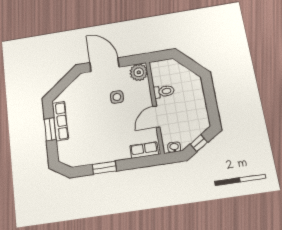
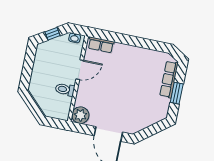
side table: (117, 97) -> (108, 100), removed
row of seats: (60, 121) -> (169, 79), moved
window: (104, 168) -> (140, 42), removed

